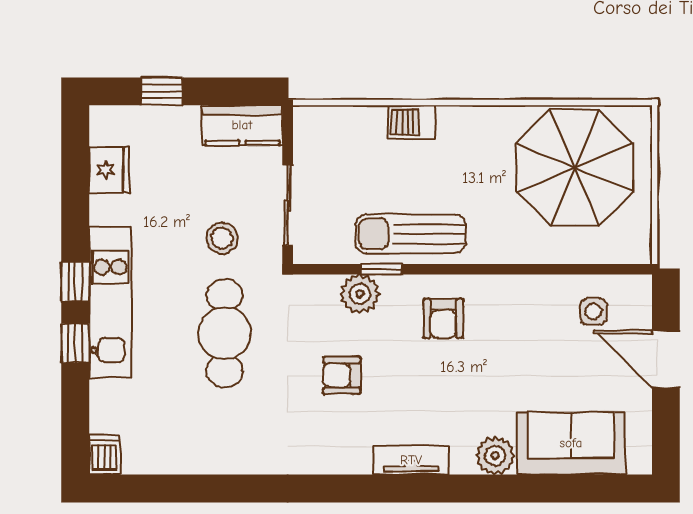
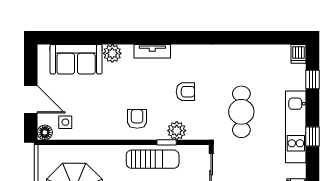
stool: (222, 238) -> (243, 157), removed
floor lamp: (636, 290) -> (45, 132), added
window: (75, 343) -> (313, 80), moved

